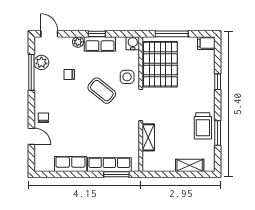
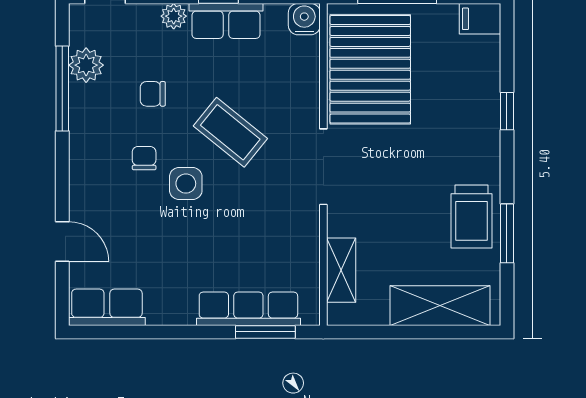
side table: (127, 77) -> (186, 184), moved
chair: (43, 118) -> (144, 158), moved
shelving: (148, 137) -> (341, 270), moved
row of seats: (71, 164) -> (107, 307), moved
shelving: (190, 165) -> (440, 306), width x1.50, depth x1.33

